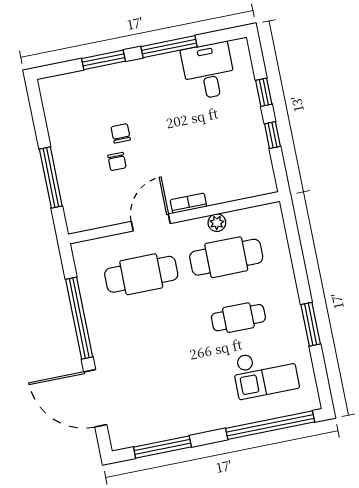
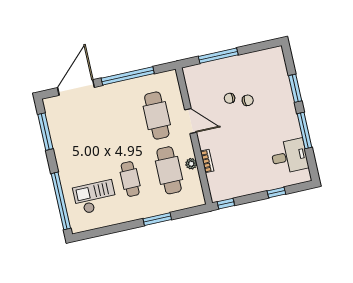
window: (272, 135) -> (226, 204), moved
bookcase: (188, 203) -> (207, 161), moved
window: (311, 324) -> (157, 219), moved
checkout: (265, 373) -> (95, 197), turned 90

